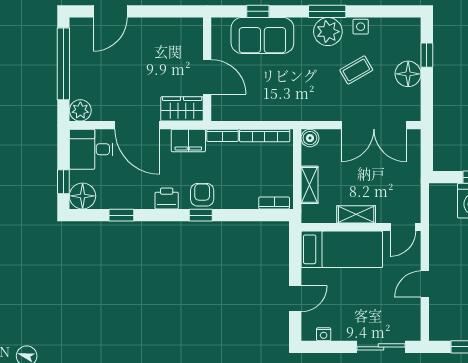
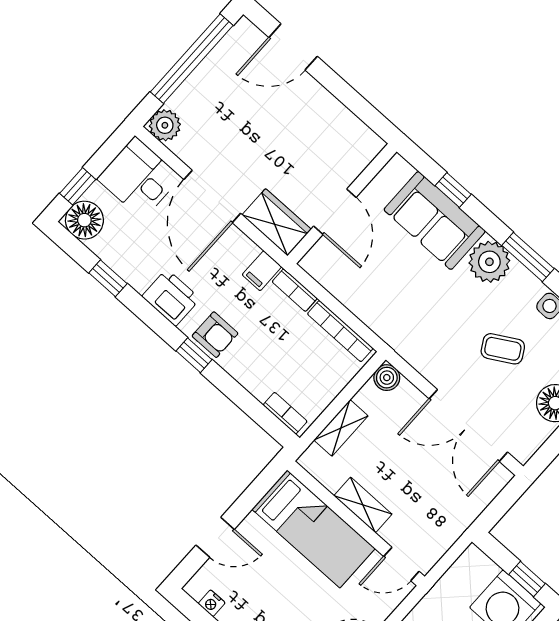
plant: (328, 32) -> (489, 262), moved
filing cabinet: (188, 140) -> (262, 271), width x0.50
armchair: (202, 195) -> (215, 335), turned 90
printer: (167, 198) -> (171, 298), width x1.36, depth x1.24

